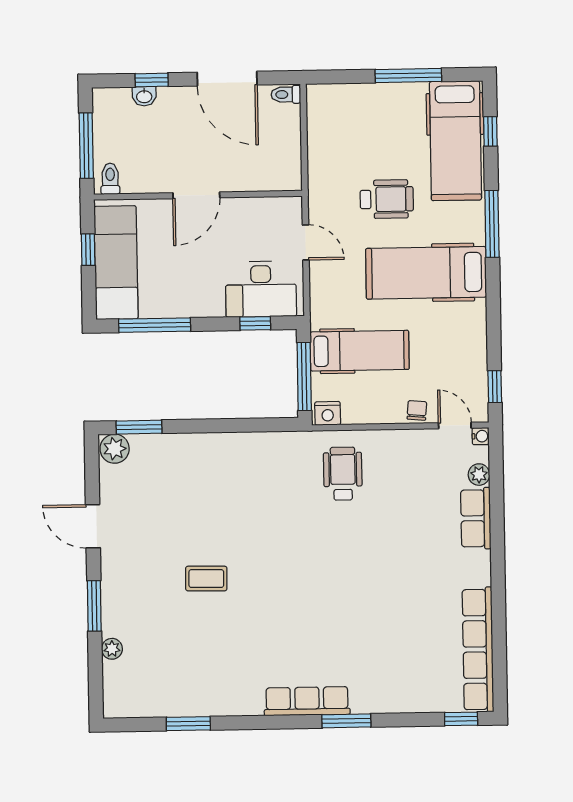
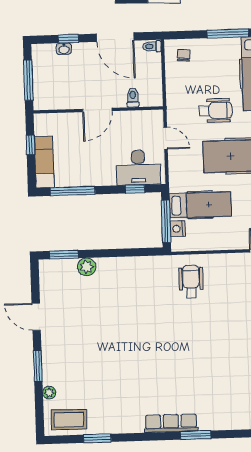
toilet: (110, 179) -> (133, 97), moved
exam couch: (116, 263) -> (44, 162), width x0.73, depth x0.69
chair: (417, 410) -> (184, 55), moved
nightstand: (328, 413) -> (178, 229), moved, turned 90
plant: (115, 449) -> (87, 267), moved
coffee table: (206, 579) -> (69, 420), moved, width x1.36, depth x1.30

